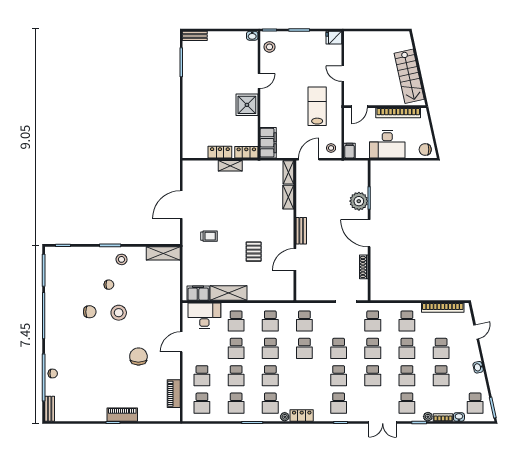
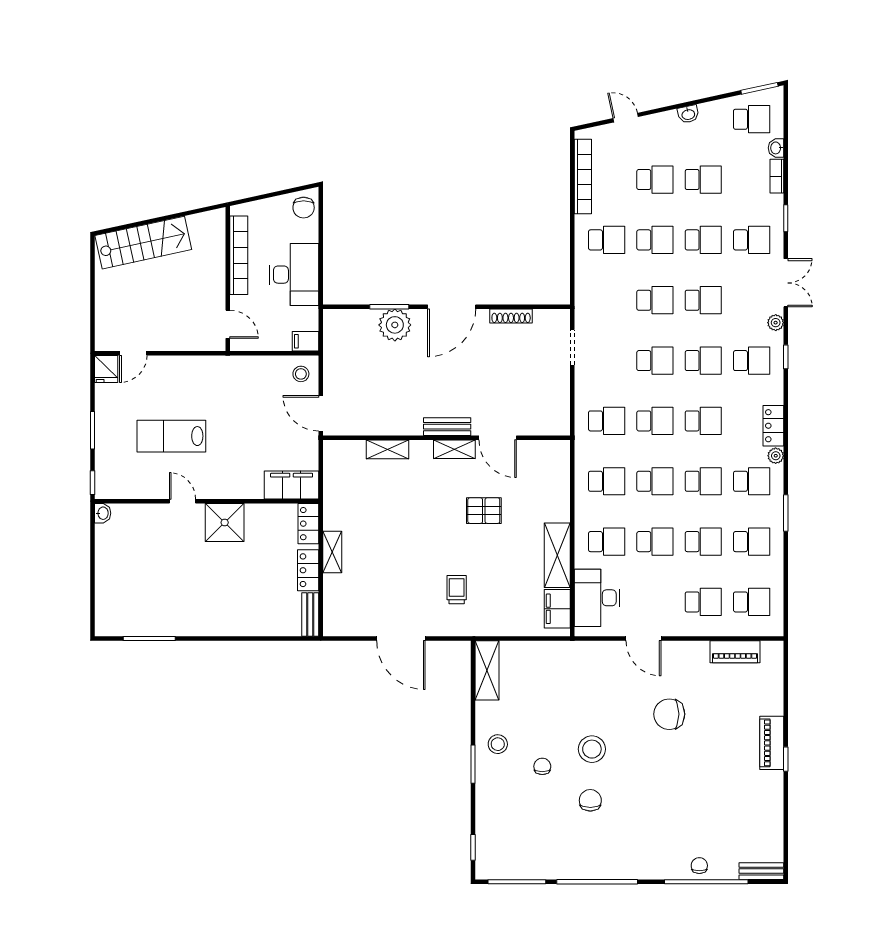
bench: (195, 36) -> (310, 615), moved
stool: (269, 47) -> (122, 483), removed
door: (343, 74) -> (133, 353), moved
stairs: (409, 76) -> (143, 243), moved
lab bench: (317, 106) -> (171, 436), moved
shelving: (288, 172) -> (454, 449), moved
school desk: (373, 321) -> (703, 421), moved
plant: (428, 417) -> (776, 323), moved

